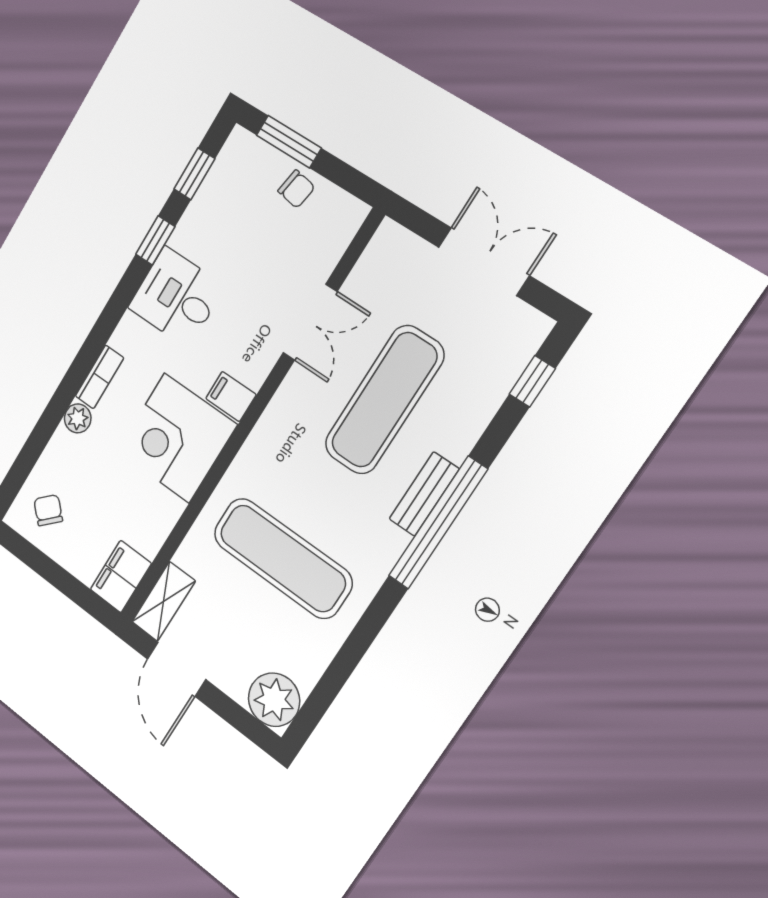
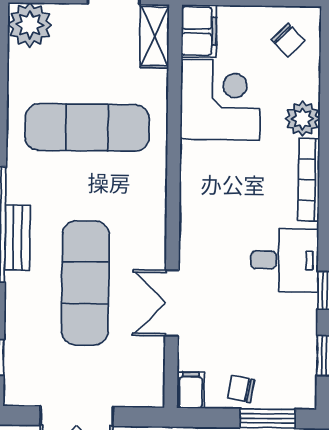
bookcase: (99, 377) -> (309, 180), width x1.56
filing cabinet: (231, 396) -> (191, 390), moved, turned -90
plant: (78, 418) -> (303, 119), width x1.38, depth x1.38
corner desk: (177, 438) -> (220, 100), moved

